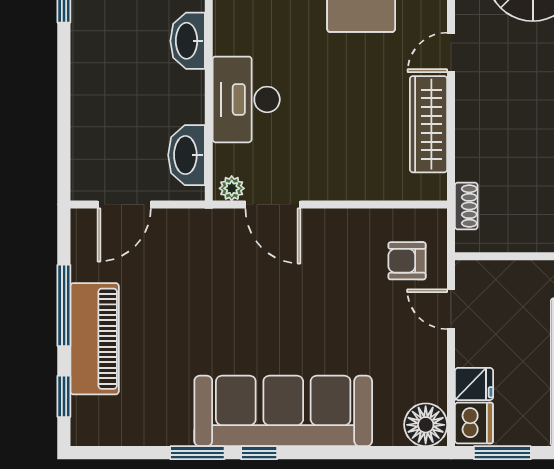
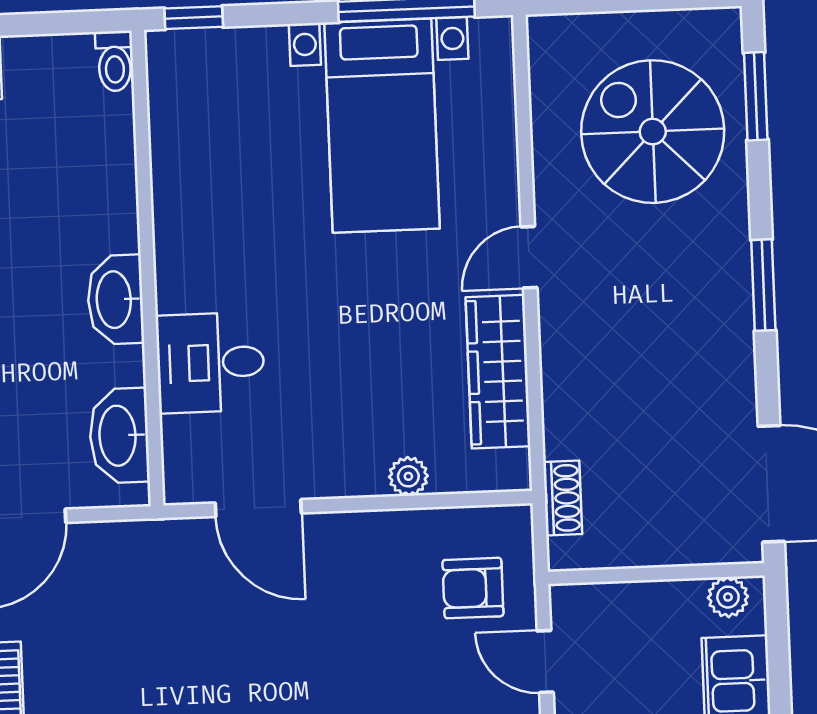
washbasin: (188, 41) -> (115, 300), moved
desk: (246, 99) -> (210, 363), width x0.73
plant: (232, 188) -> (408, 476), moved

